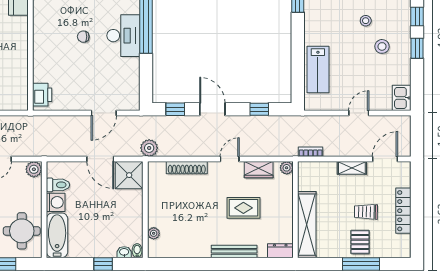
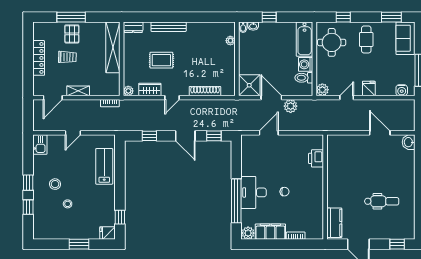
printer: (42, 95) -> (316, 158), moved
plant: (149, 148) -> (291, 106), moved

